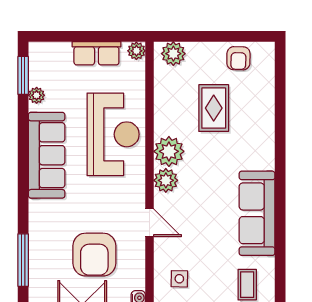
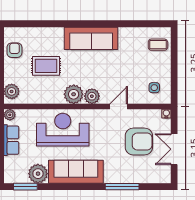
armchair: (238, 58) -> (14, 50), turned -91
plant: (37, 95) -> (38, 174), width x1.87, depth x1.87
sofa: (257, 213) -> (91, 38), moved
window: (23, 260) -> (122, 187), moved

